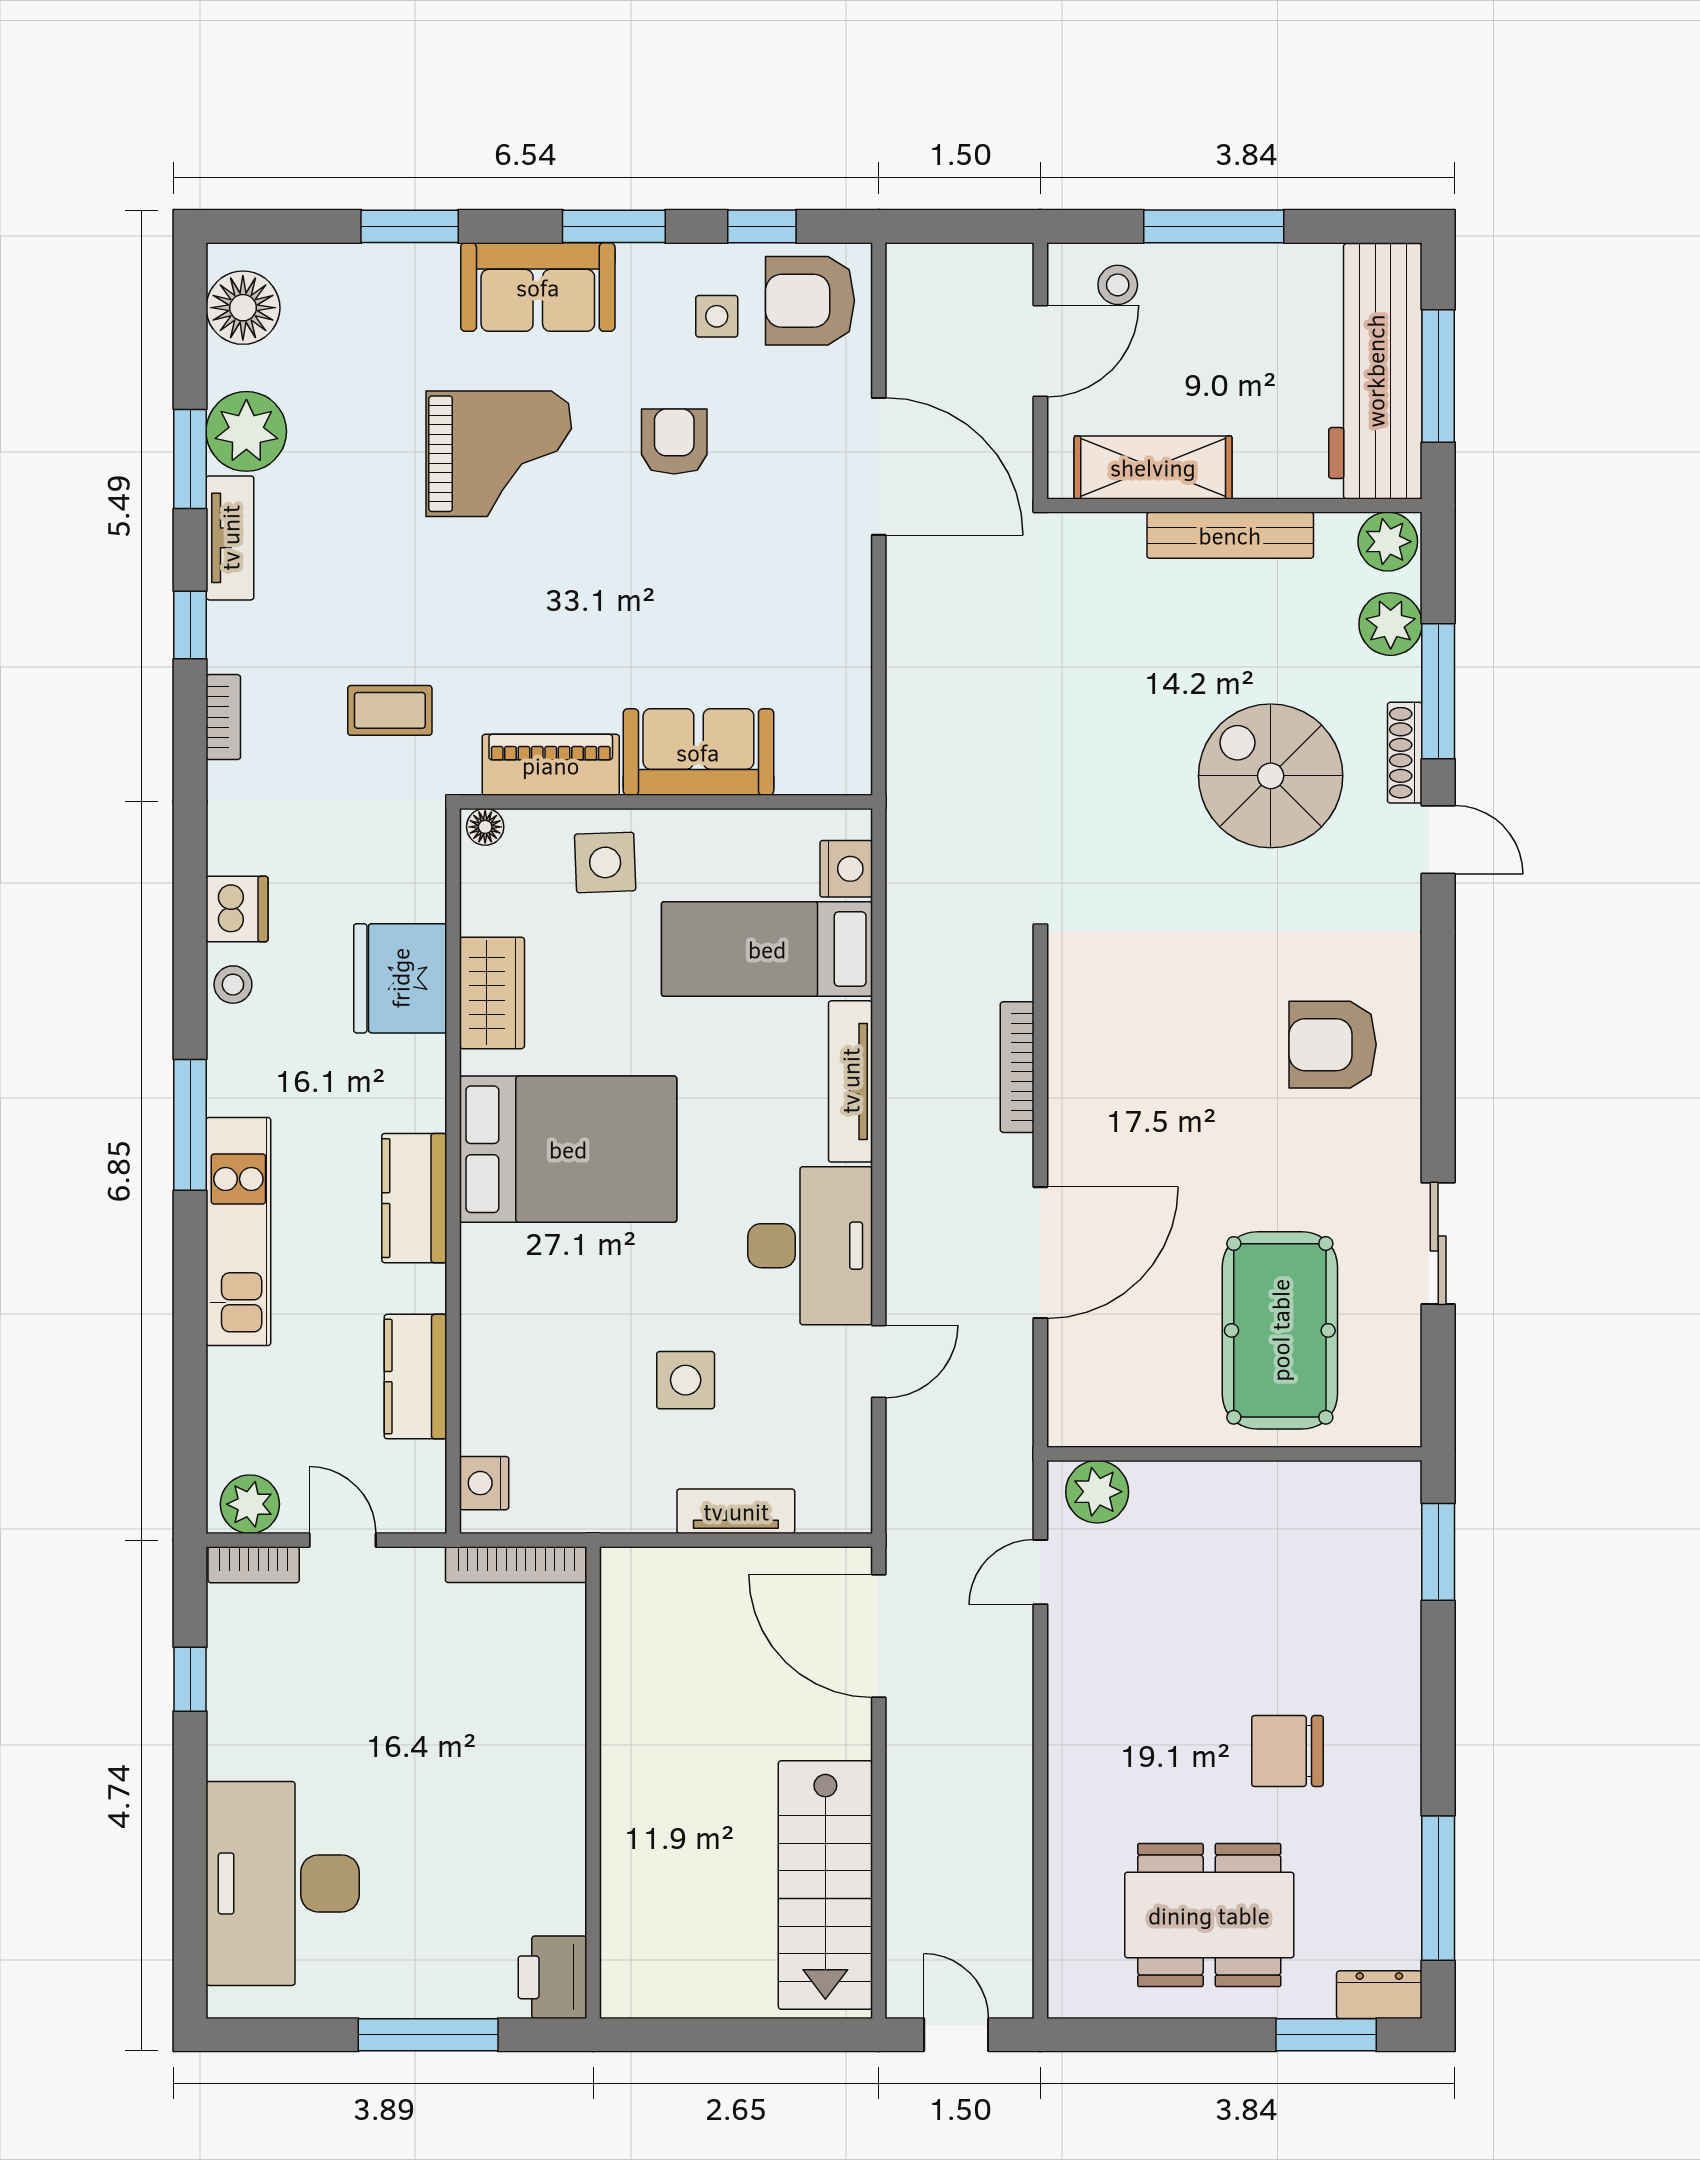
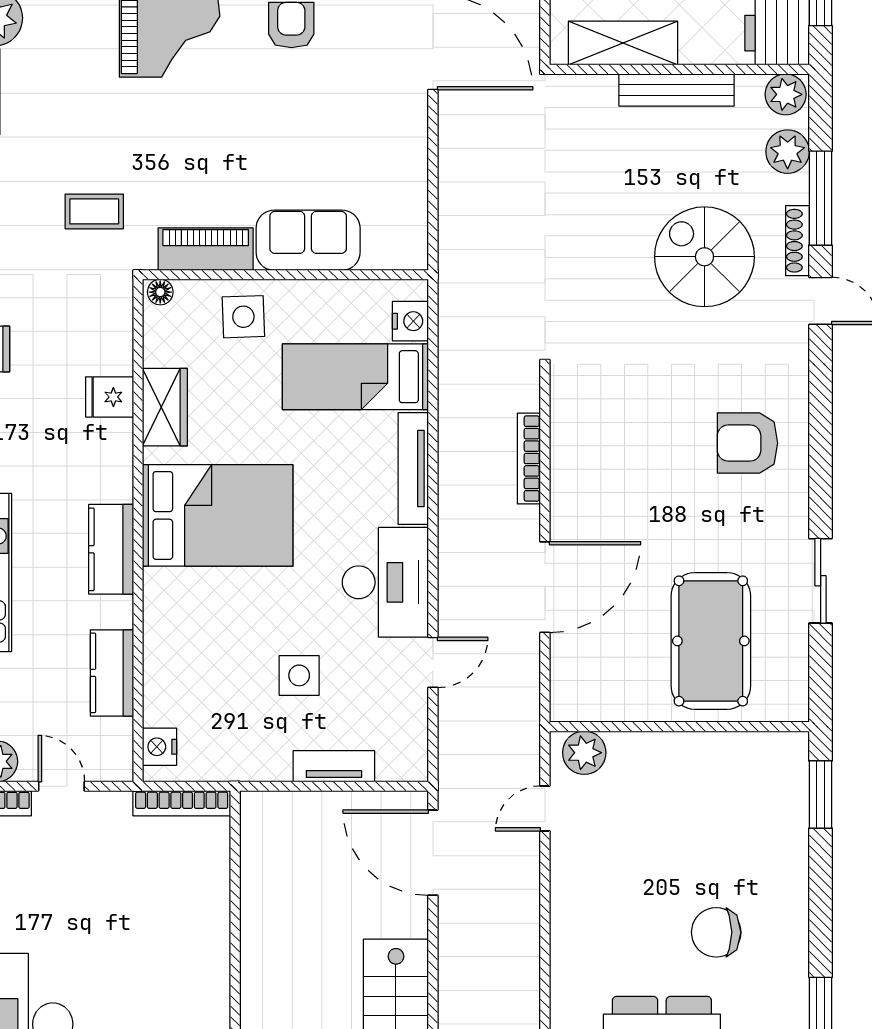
fridge: (400, 978) -> (110, 397), width x0.53, depth x0.75

